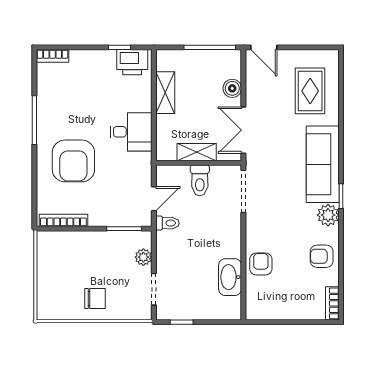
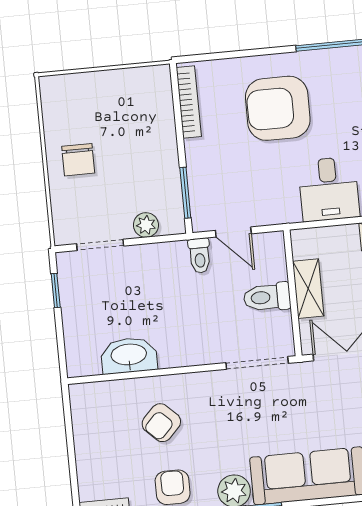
armchair: (261, 264) -> (161, 423), moved, turned 134

